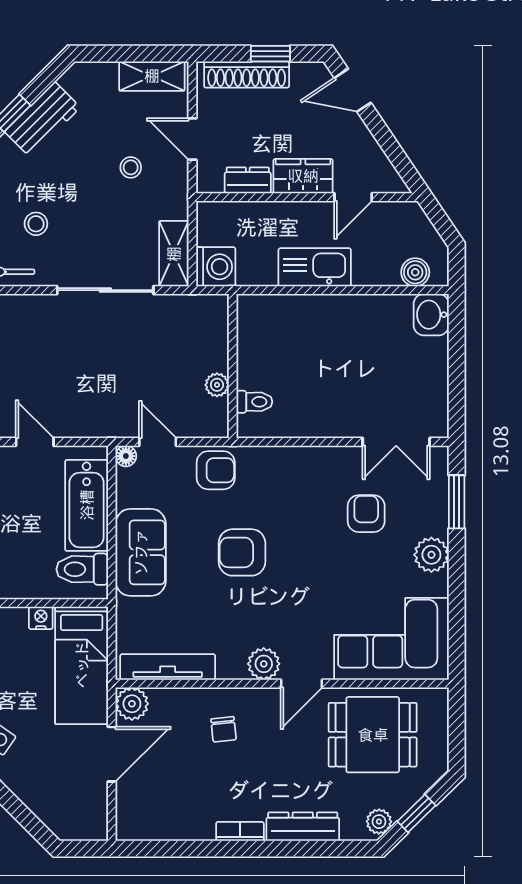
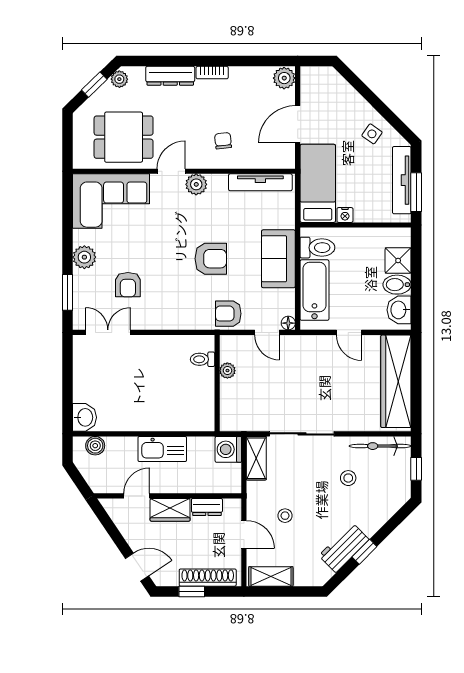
plant: (132, 704) -> (284, 78), moved

